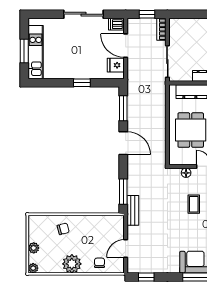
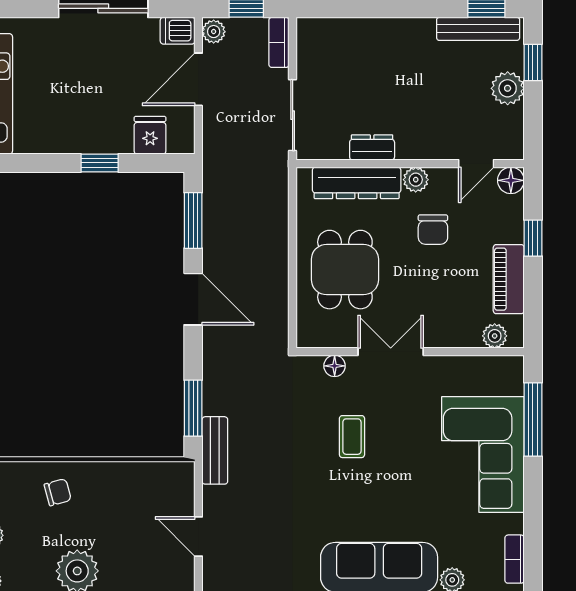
plant: (132, 24) -> (214, 32), added
door: (126, 46) -> (198, 79), hinge flipped
fridge: (116, 65) -> (150, 135), moved, turned 90
door: (126, 248) -> (198, 536), hinge flipped
chair: (99, 263) -> (139, 569), removed

